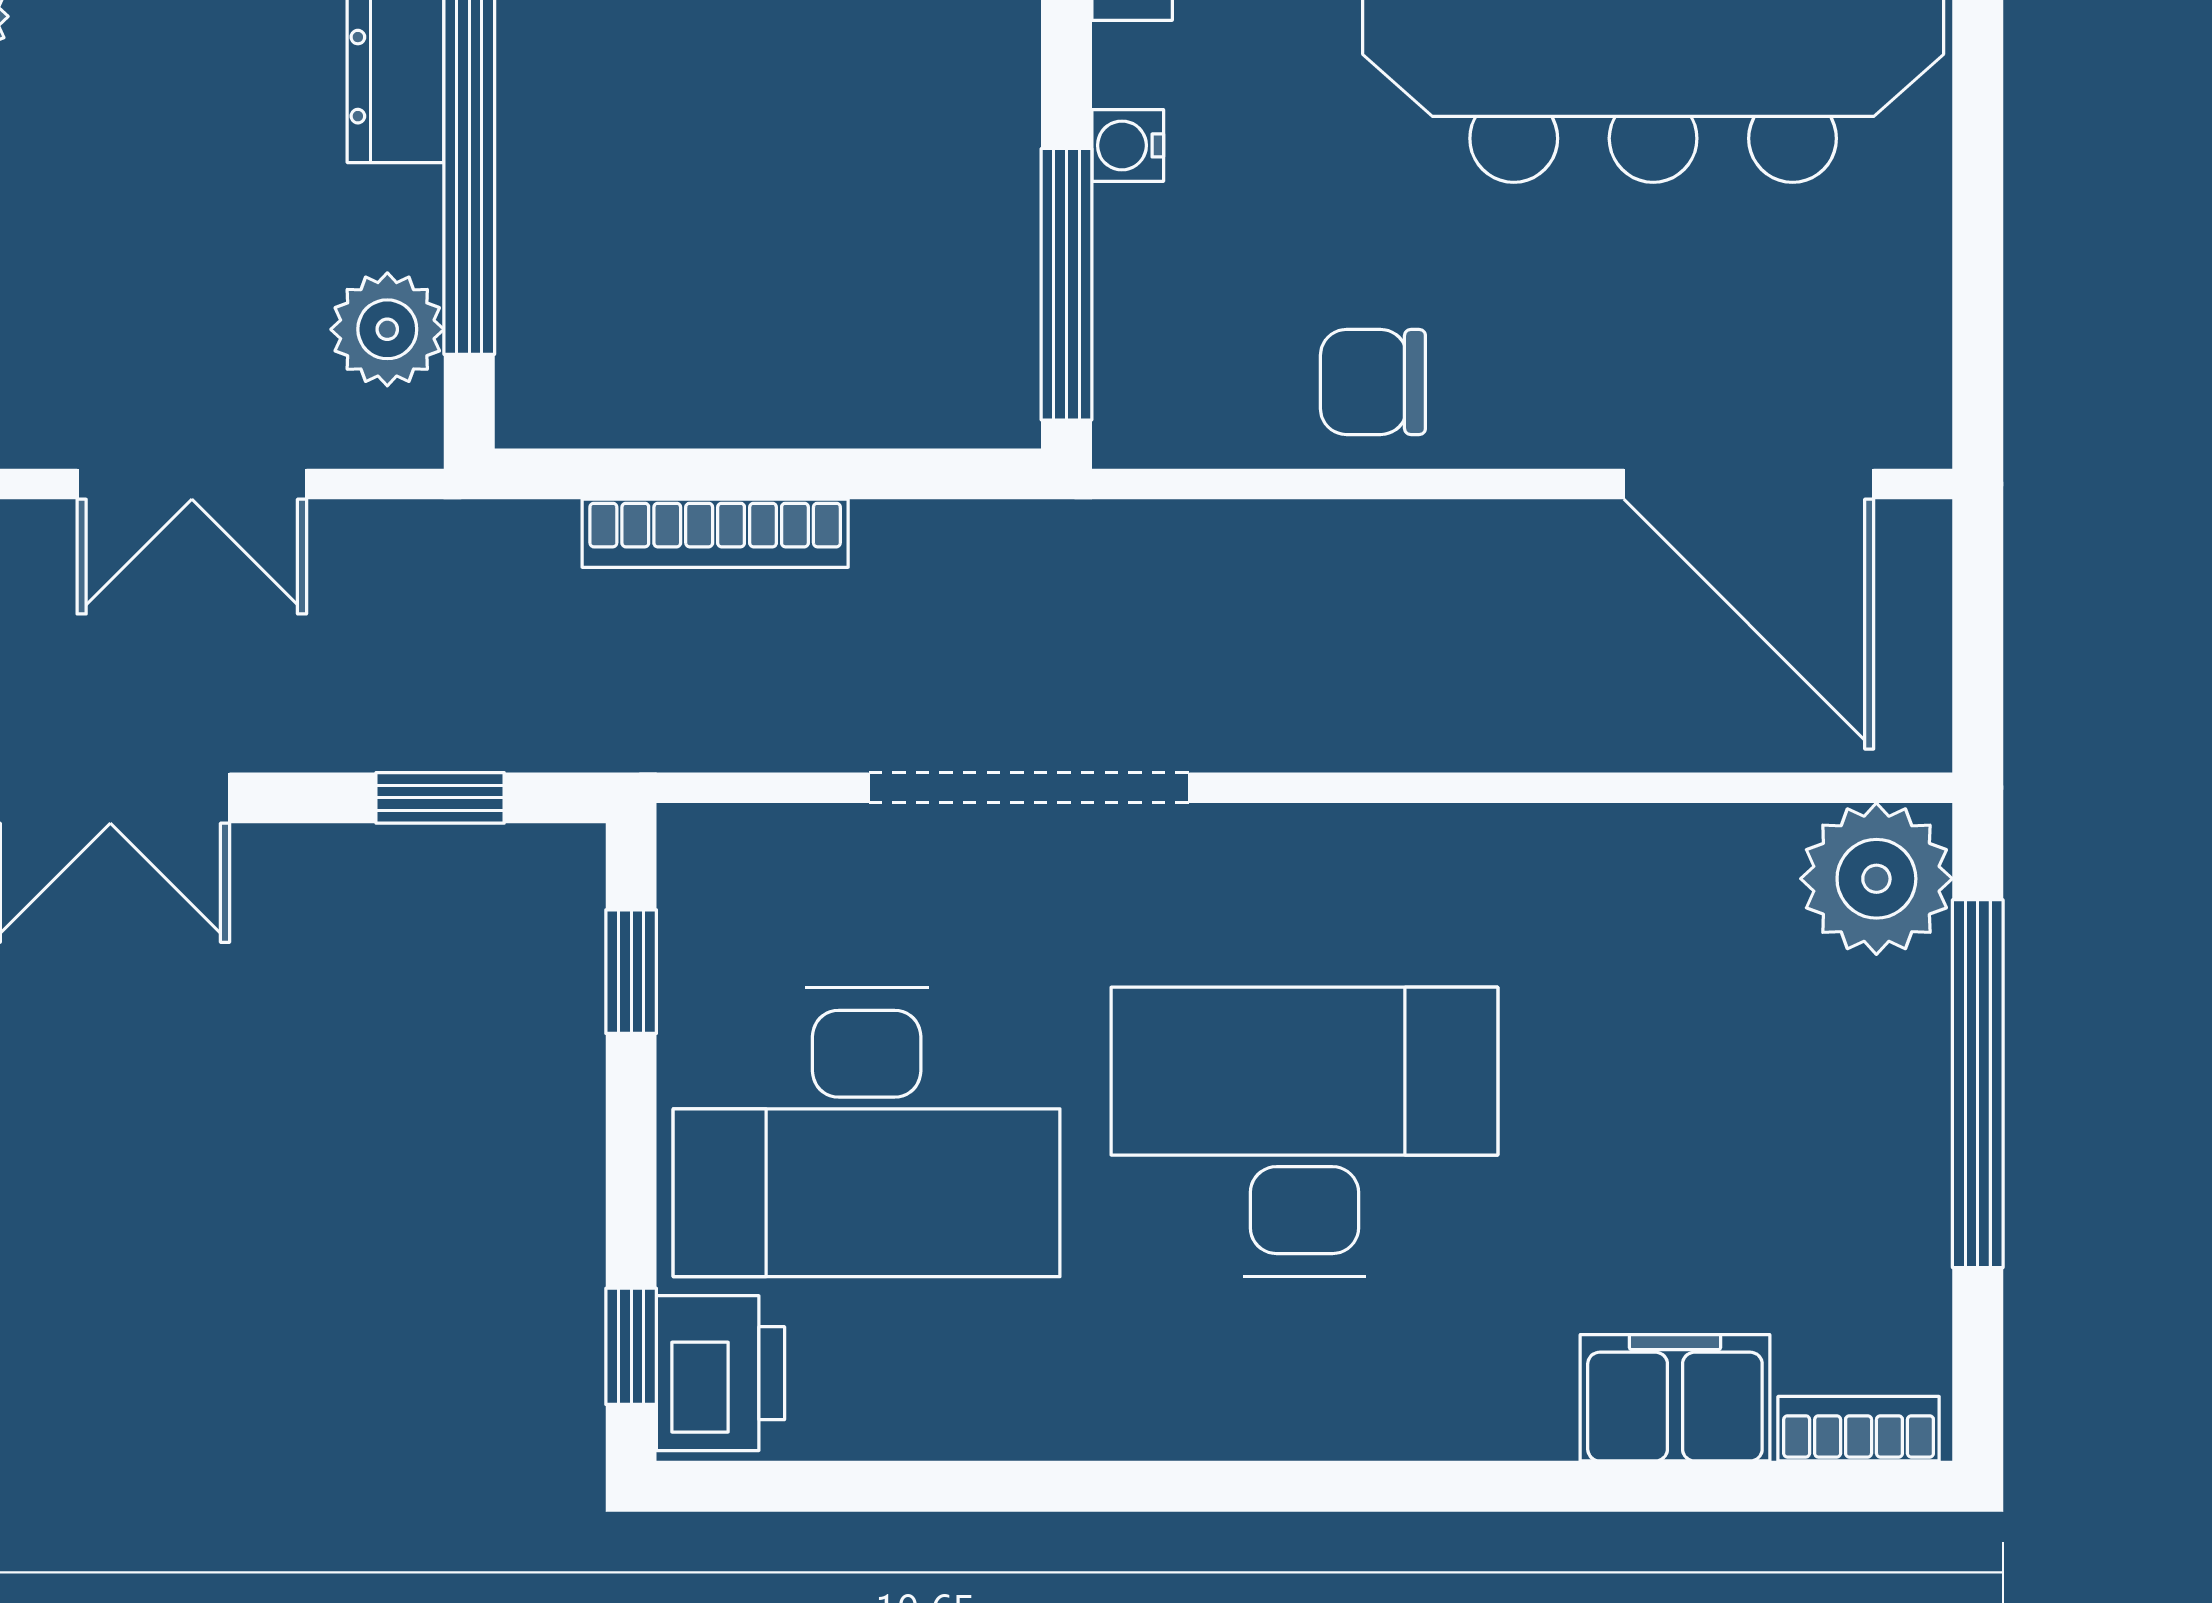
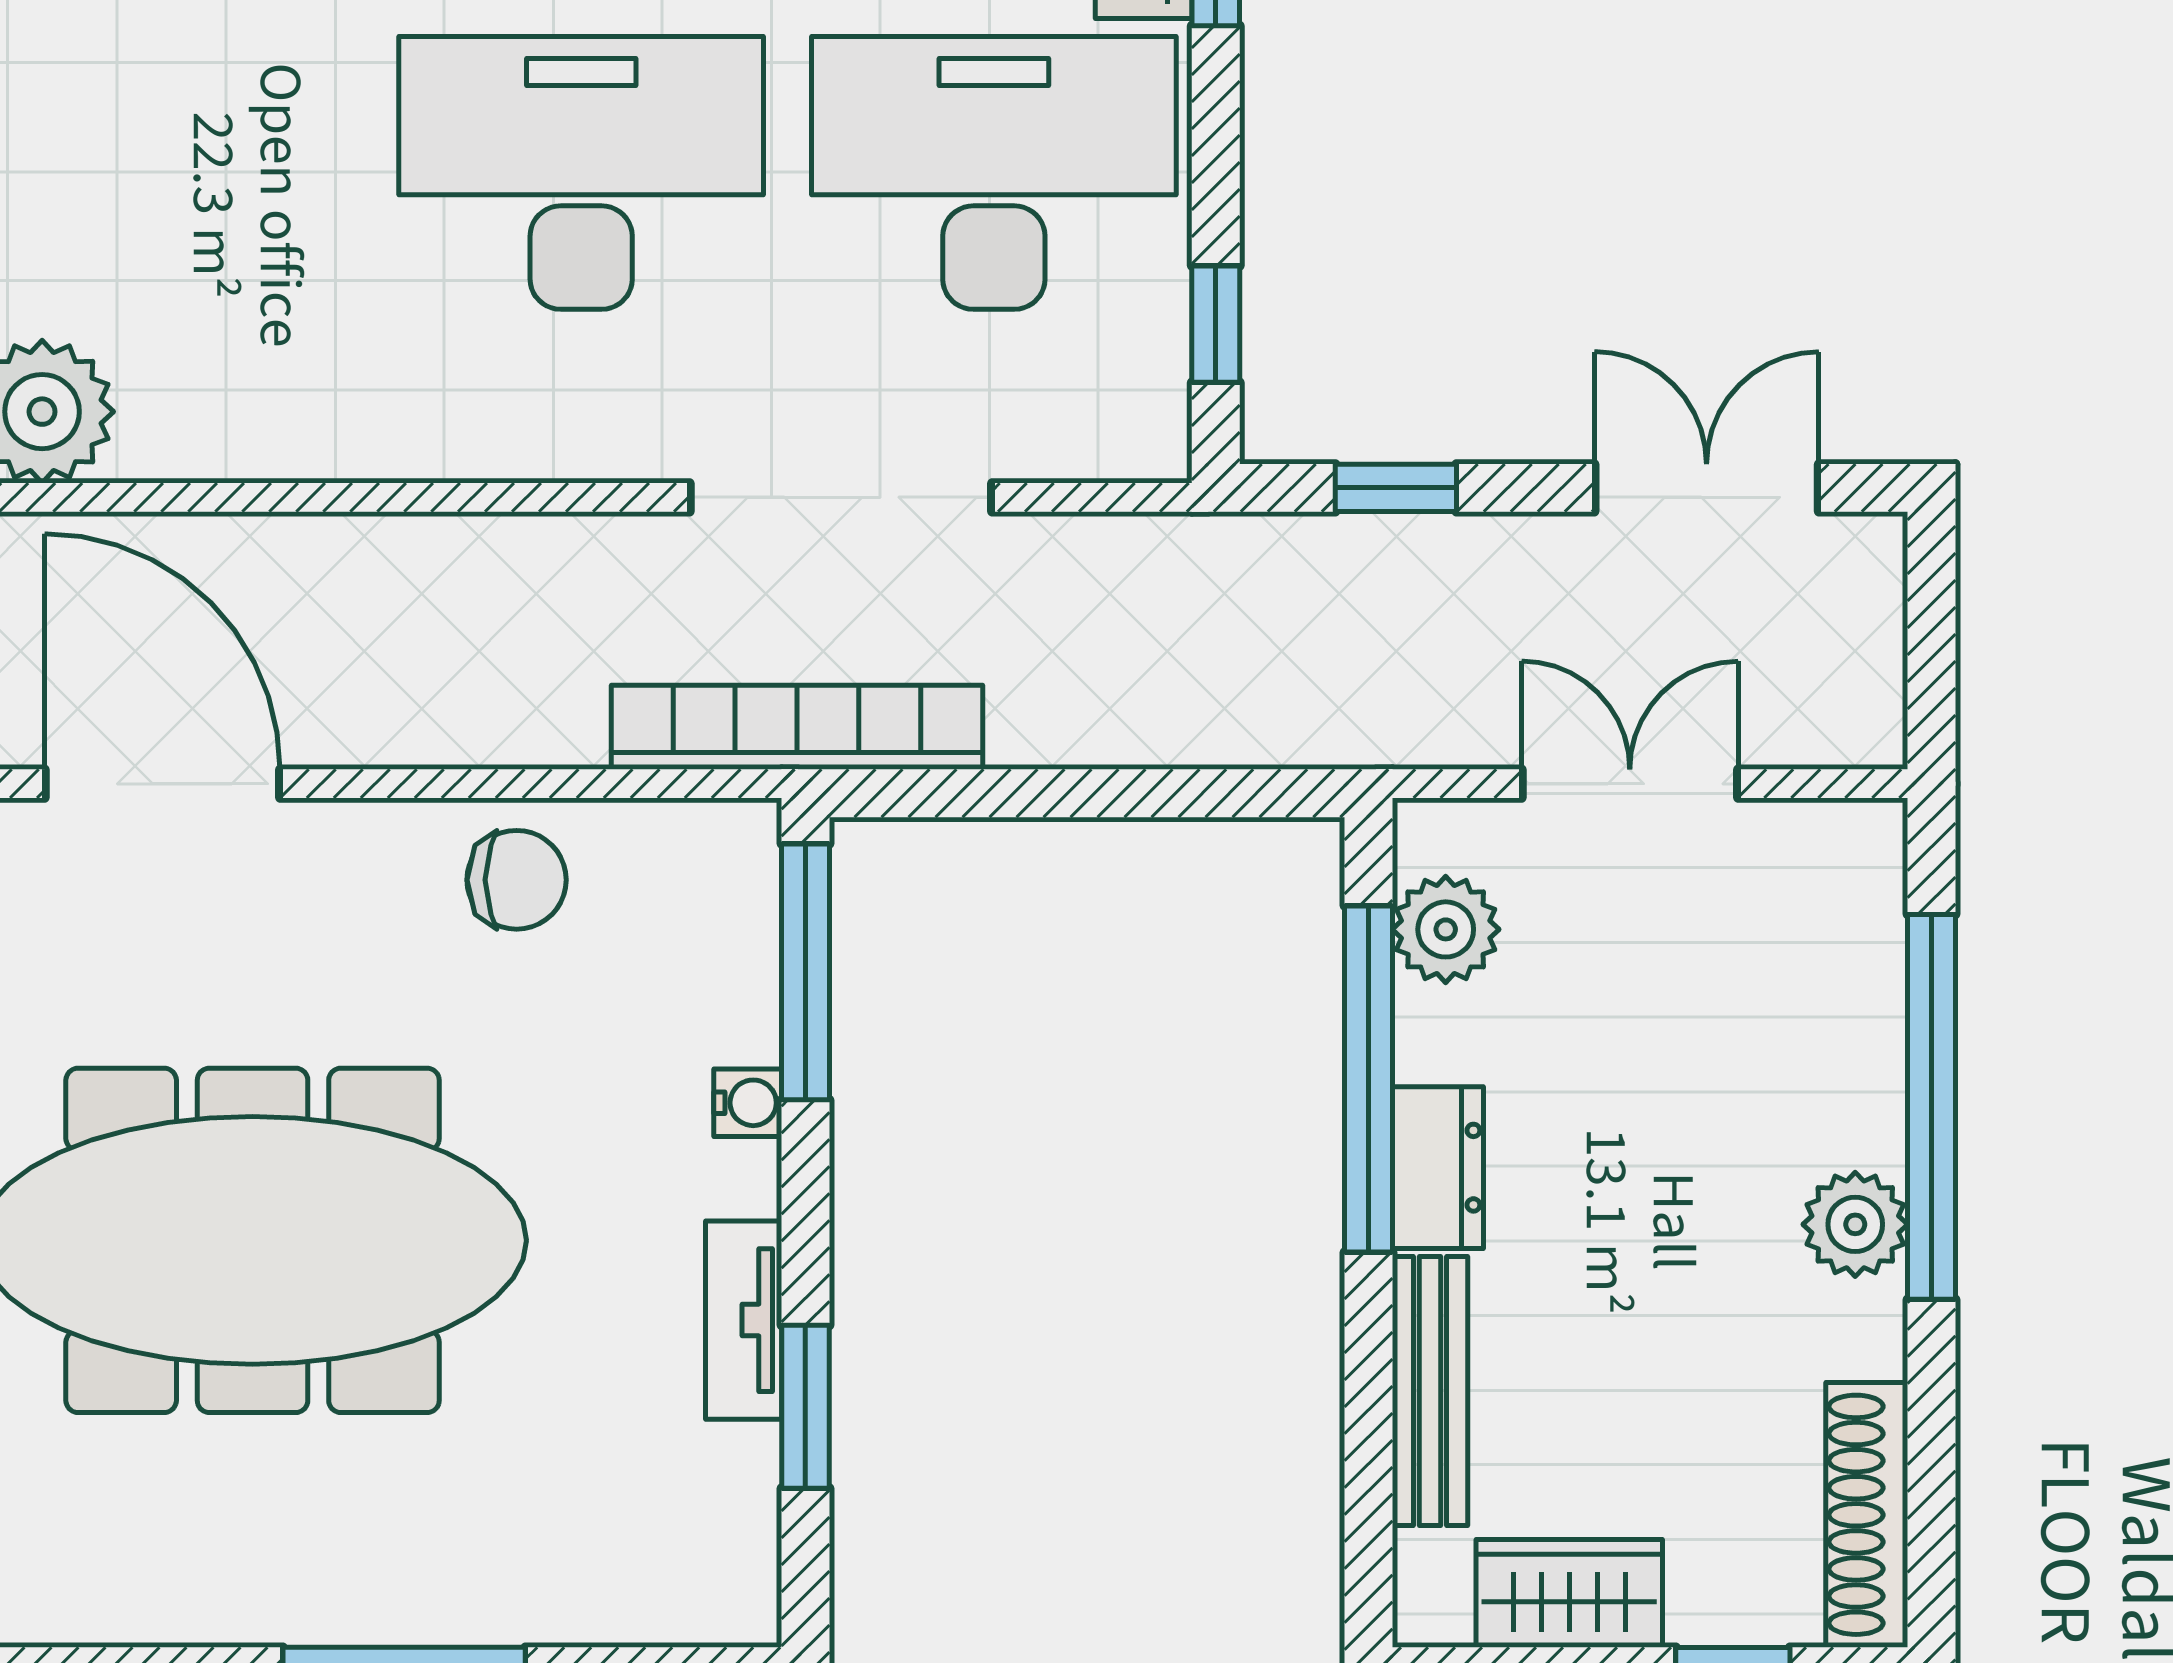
bookcase: (715, 533) -> (797, 727), moved, width x1.48, depth x1.31
desk: (1304, 1132) -> (581, 173), turned 180

